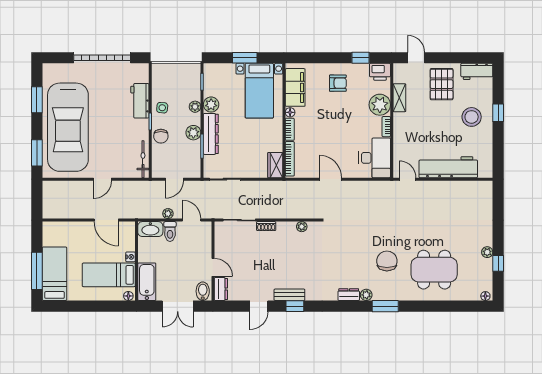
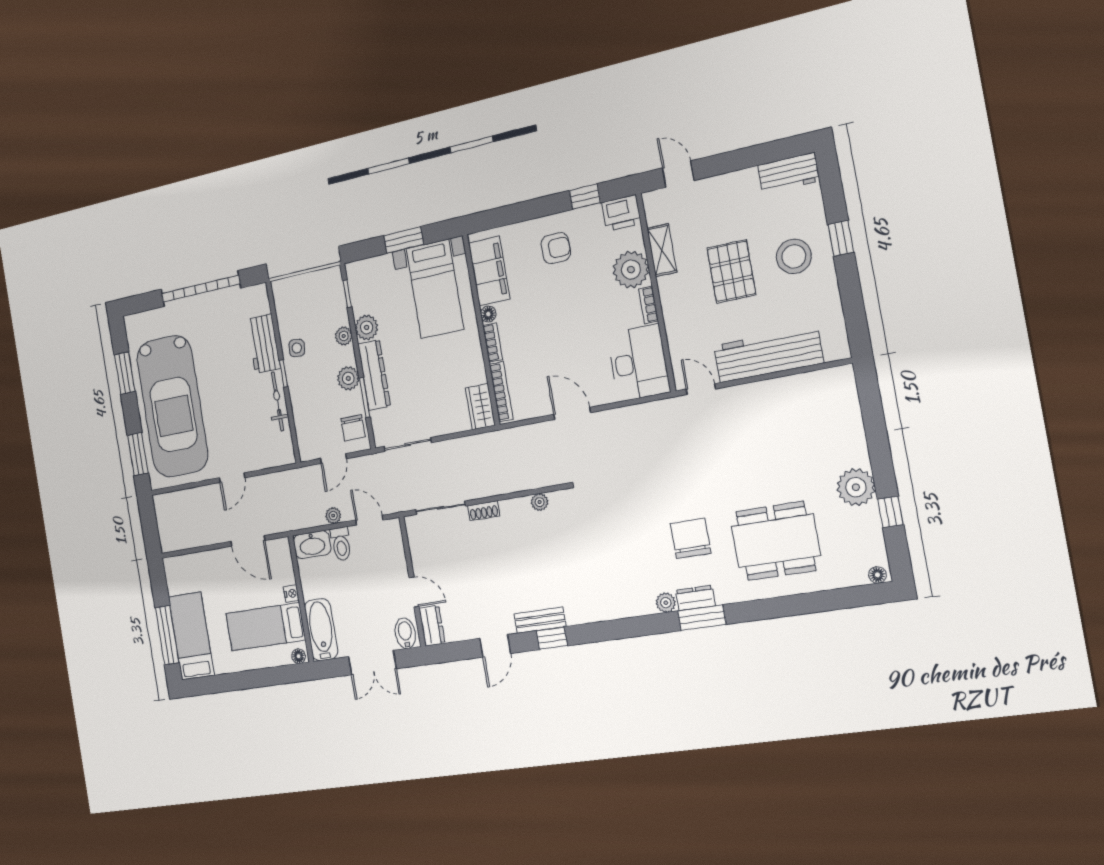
pallet: (442, 84) -> (731, 271), moved
chair: (161, 136) -> (353, 428), moved
bicycle: (143, 159) -> (278, 401), moved
plant: (487, 252) -> (856, 487), width x1.87, depth x1.87
dresser: (349, 295) -> (695, 598), moved

